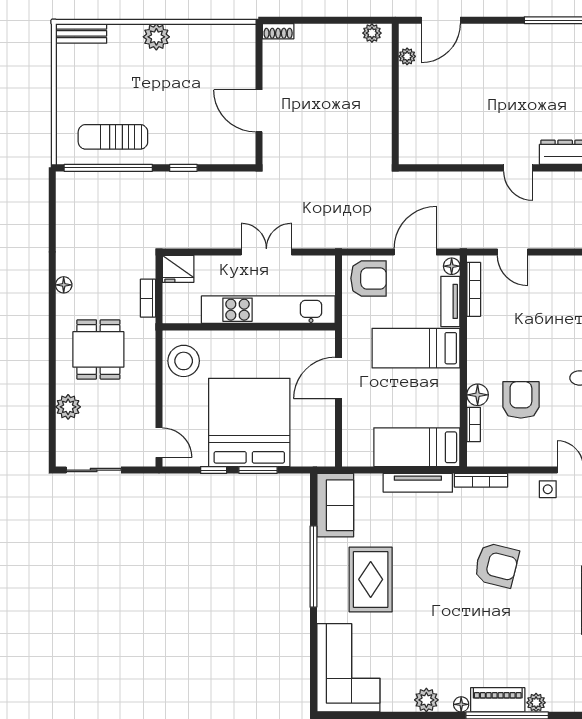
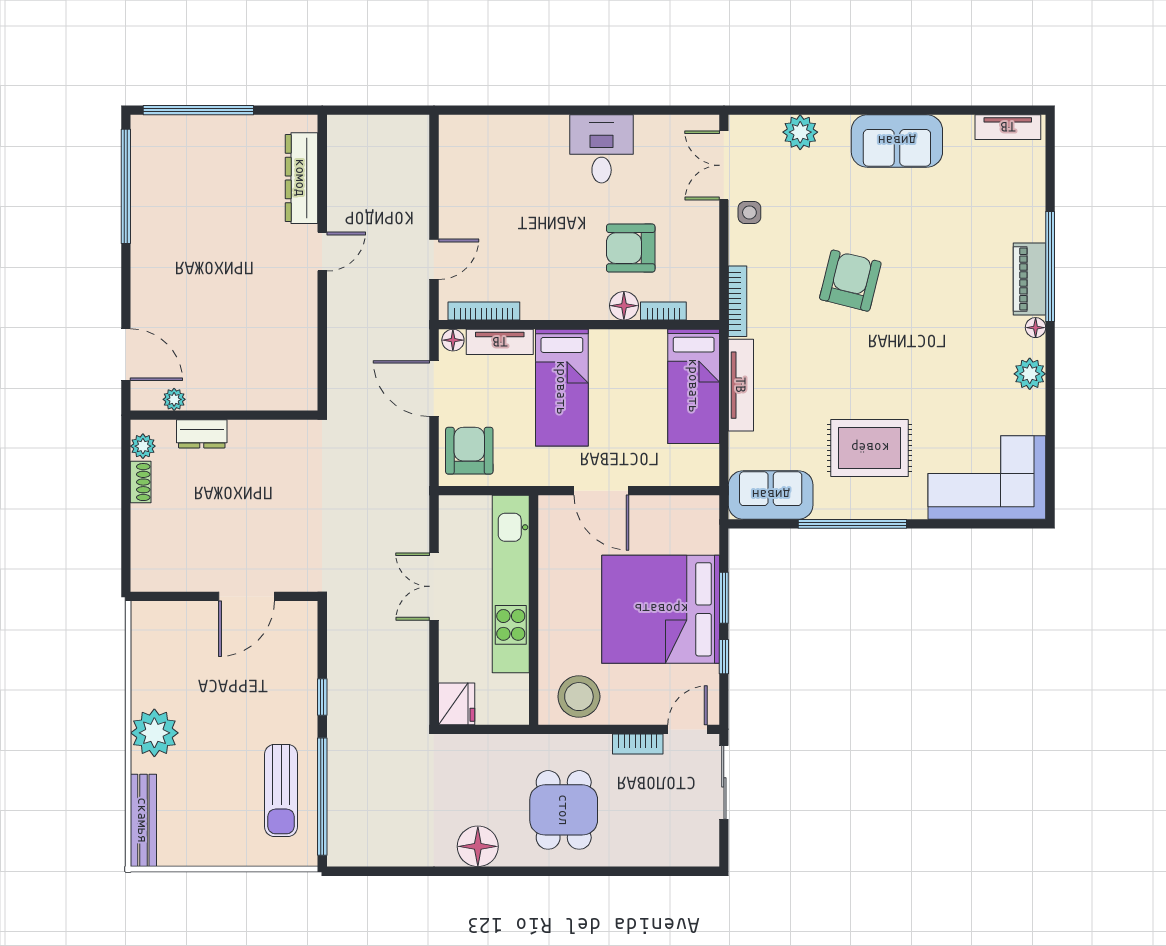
shoe rack: (278, 31) -> (141, 482), moved
bench: (81, 33) -> (143, 820), width x1.36
plant: (156, 37) -> (154, 733), width x1.36, depth x1.36
dresser: (381, 77) -> (202, 434), added
floor lamp: (64, 285) -> (478, 846), width x1.89, depth x1.89
bookcase: (148, 298) -> (638, 744), moved
dining table: (98, 349) -> (564, 810), turned 90
plant: (68, 407) -> (640, 850), removed
sliding door: (94, 470) -> (724, 782), moved
plant: (536, 703) -> (1033, 228), removed

